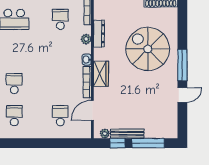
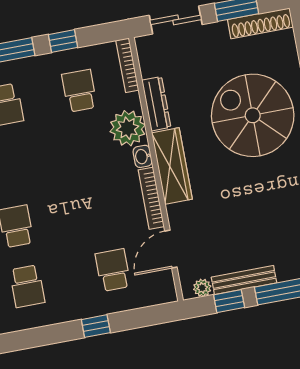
plant: (86, 39) -> (128, 128), width x1.88, depth x1.88
wardrobe: (101, 74) -> (172, 166), width x1.50
school desk: (14, 116) -> (27, 286), turned 180
window: (46, 143) -> (96, 326), added

